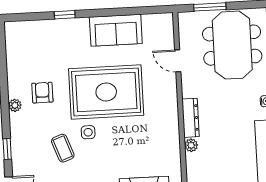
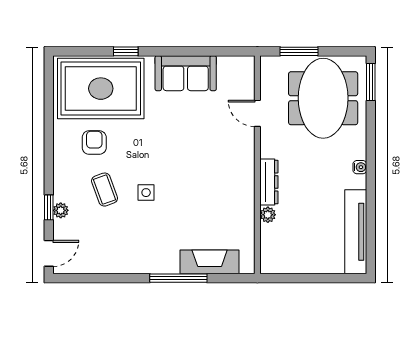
rug: (106, 92) -> (101, 89), moved
plant: (15, 105) -> (61, 210), moved
coffee table: (63, 148) -> (105, 190), moved

